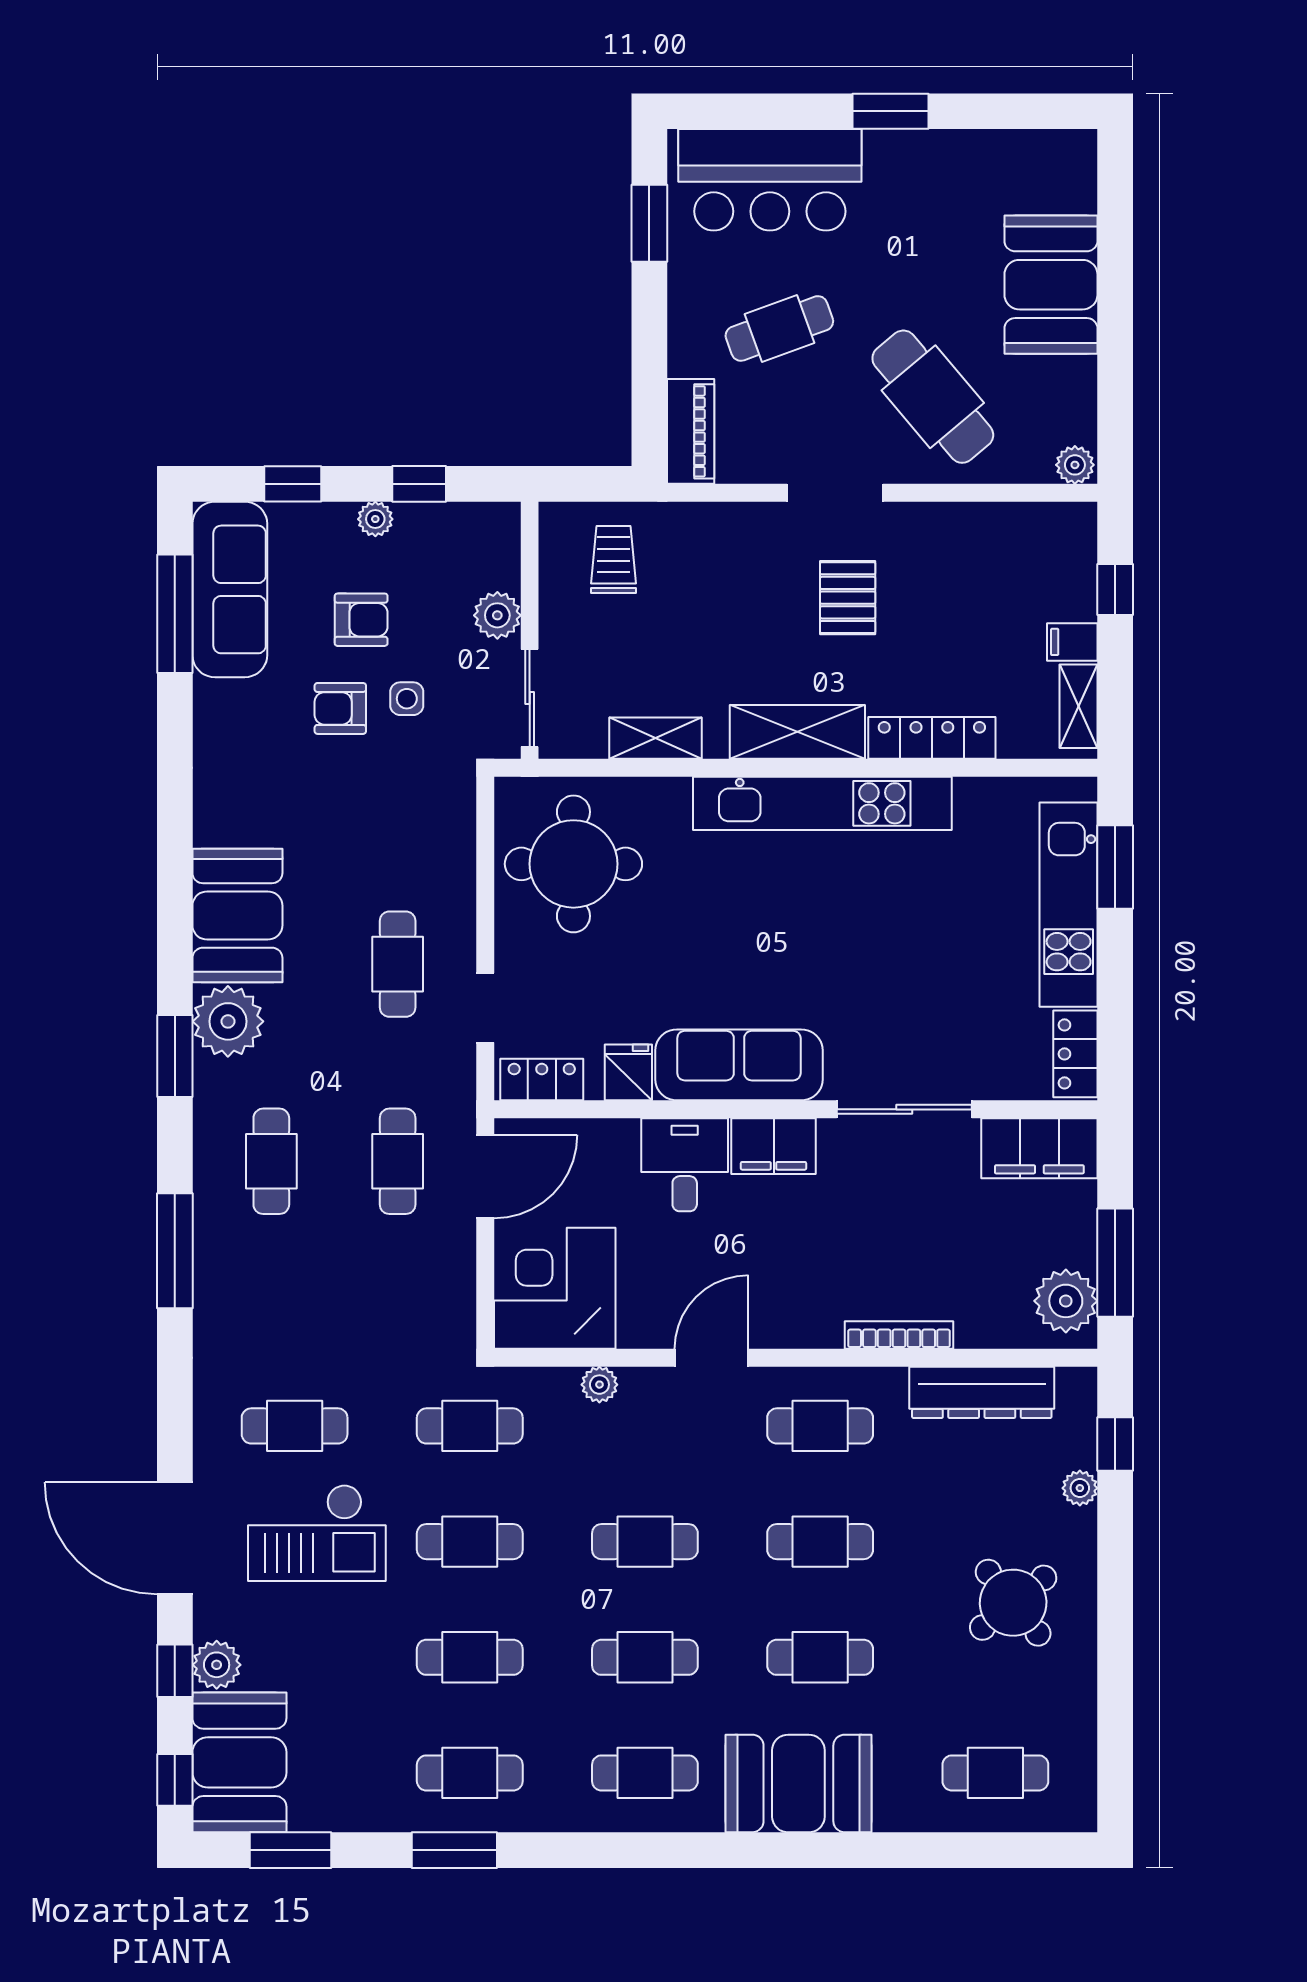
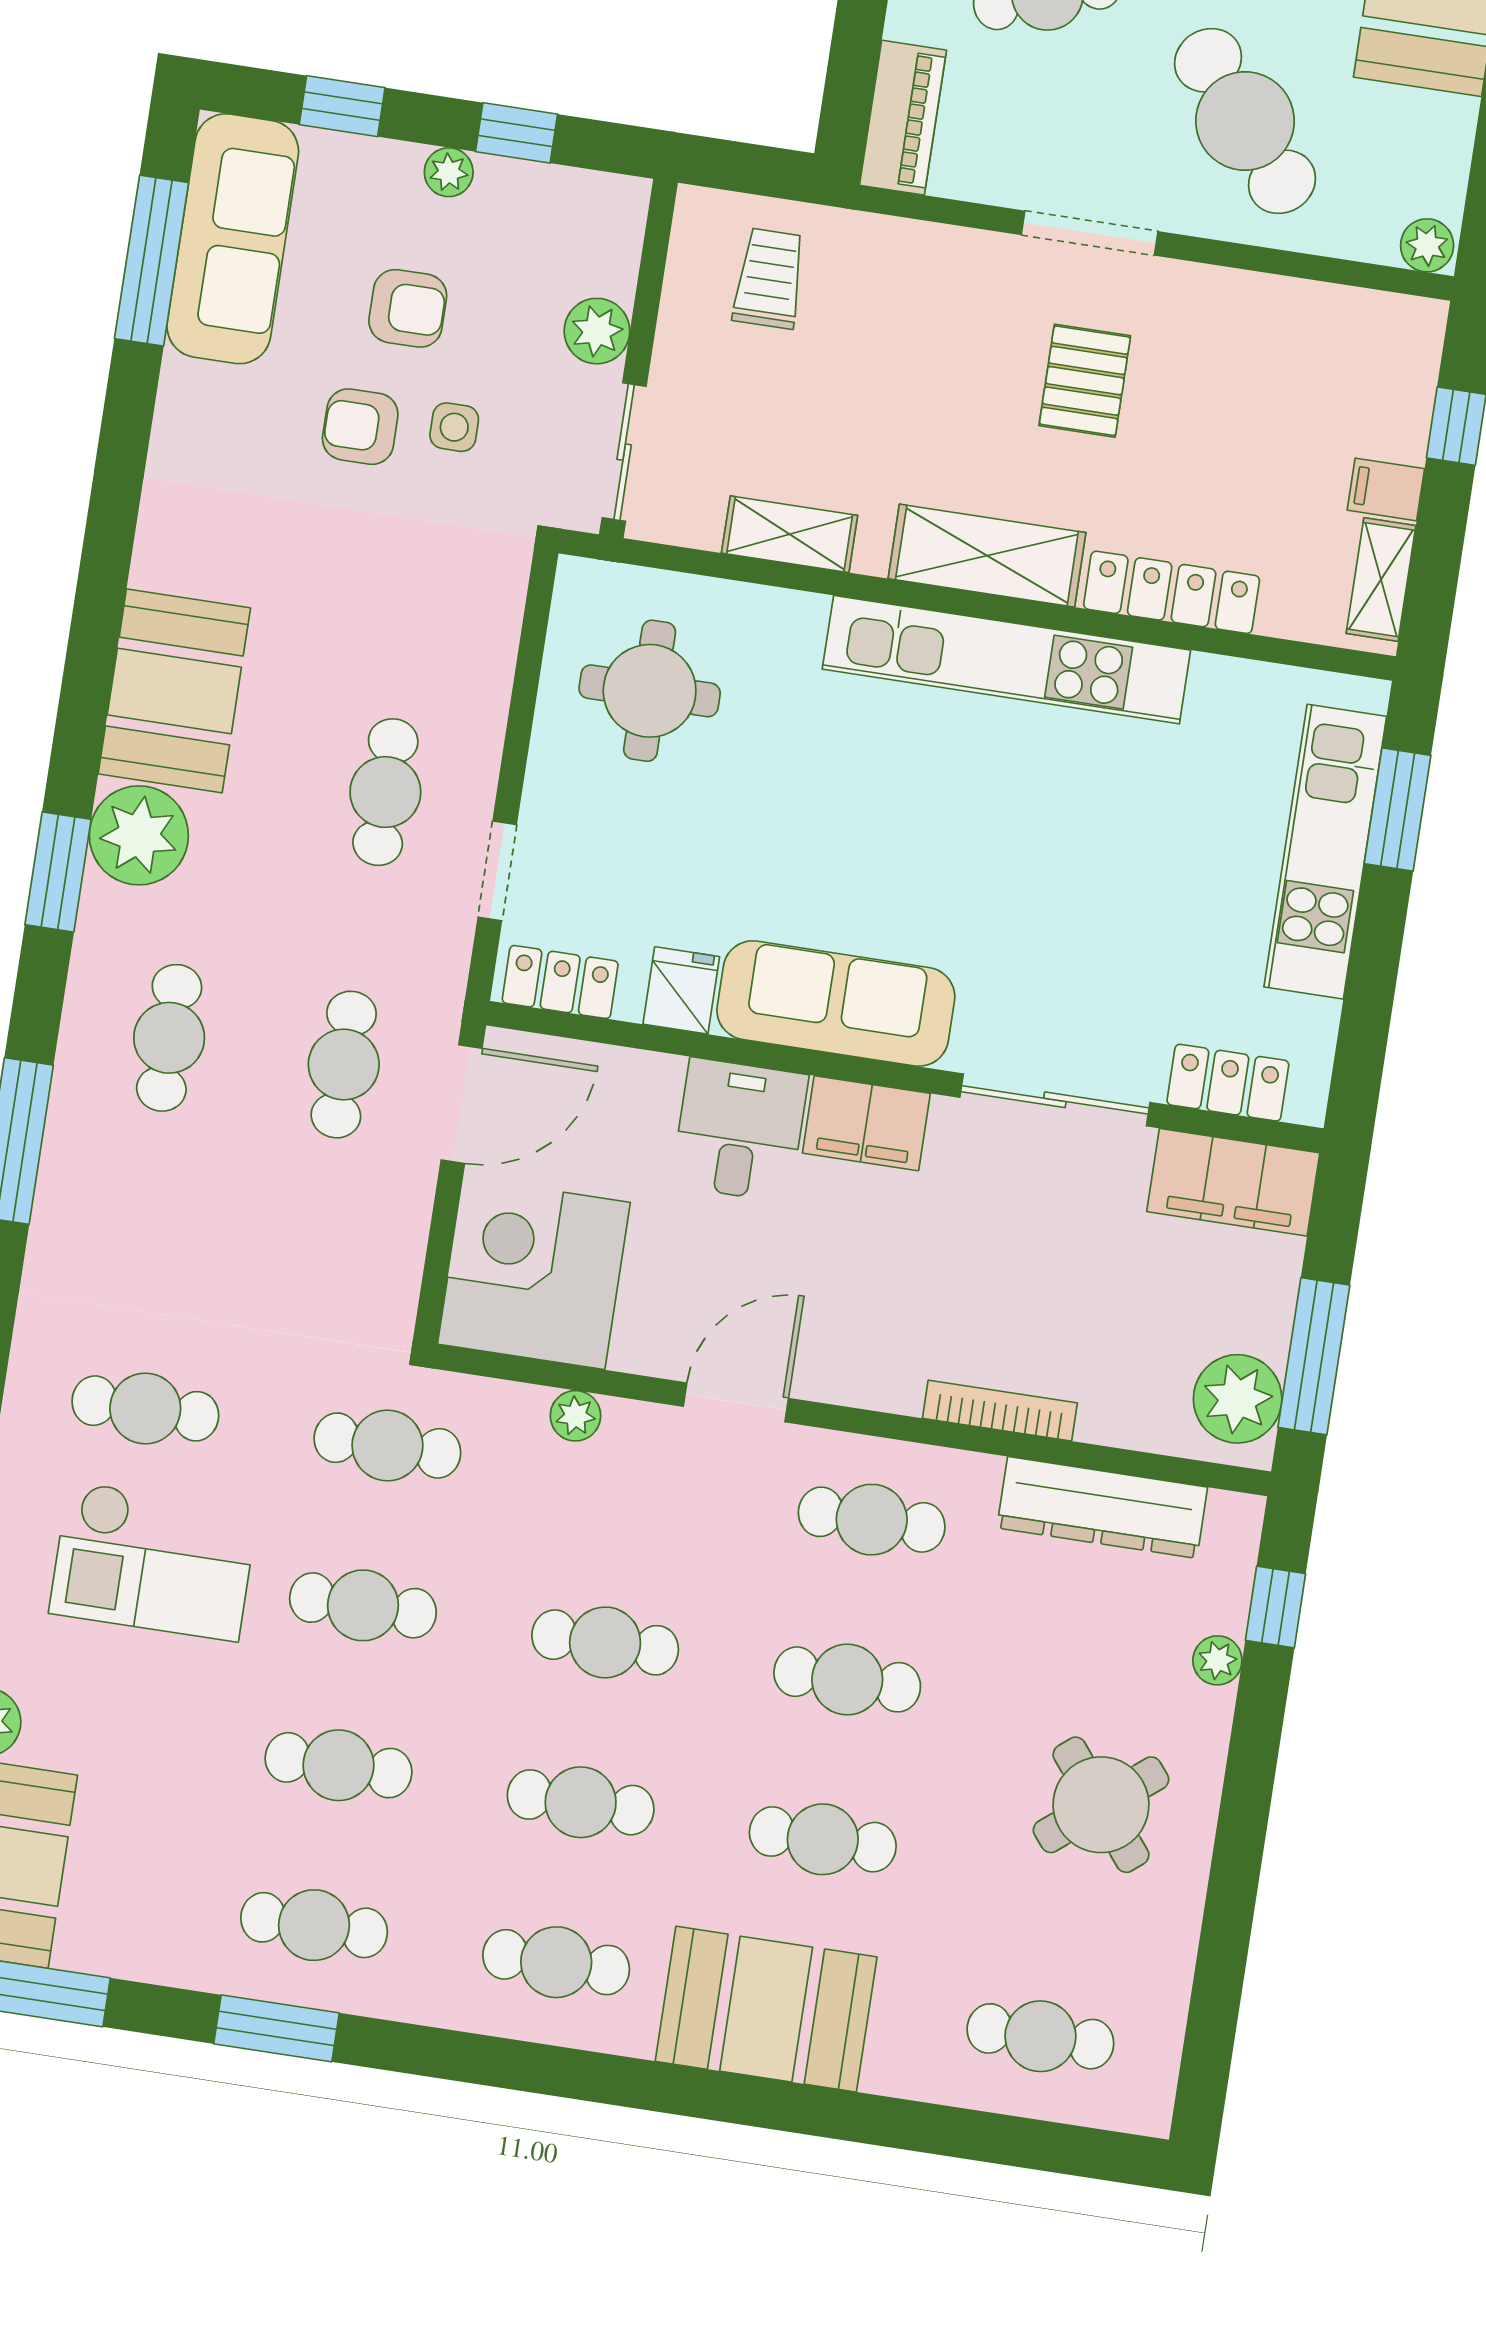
round table: (573, 864) -> (650, 691), width x0.73, depth x0.73
locker: (1075, 1054) -> (1228, 1083), moved, turned 90

